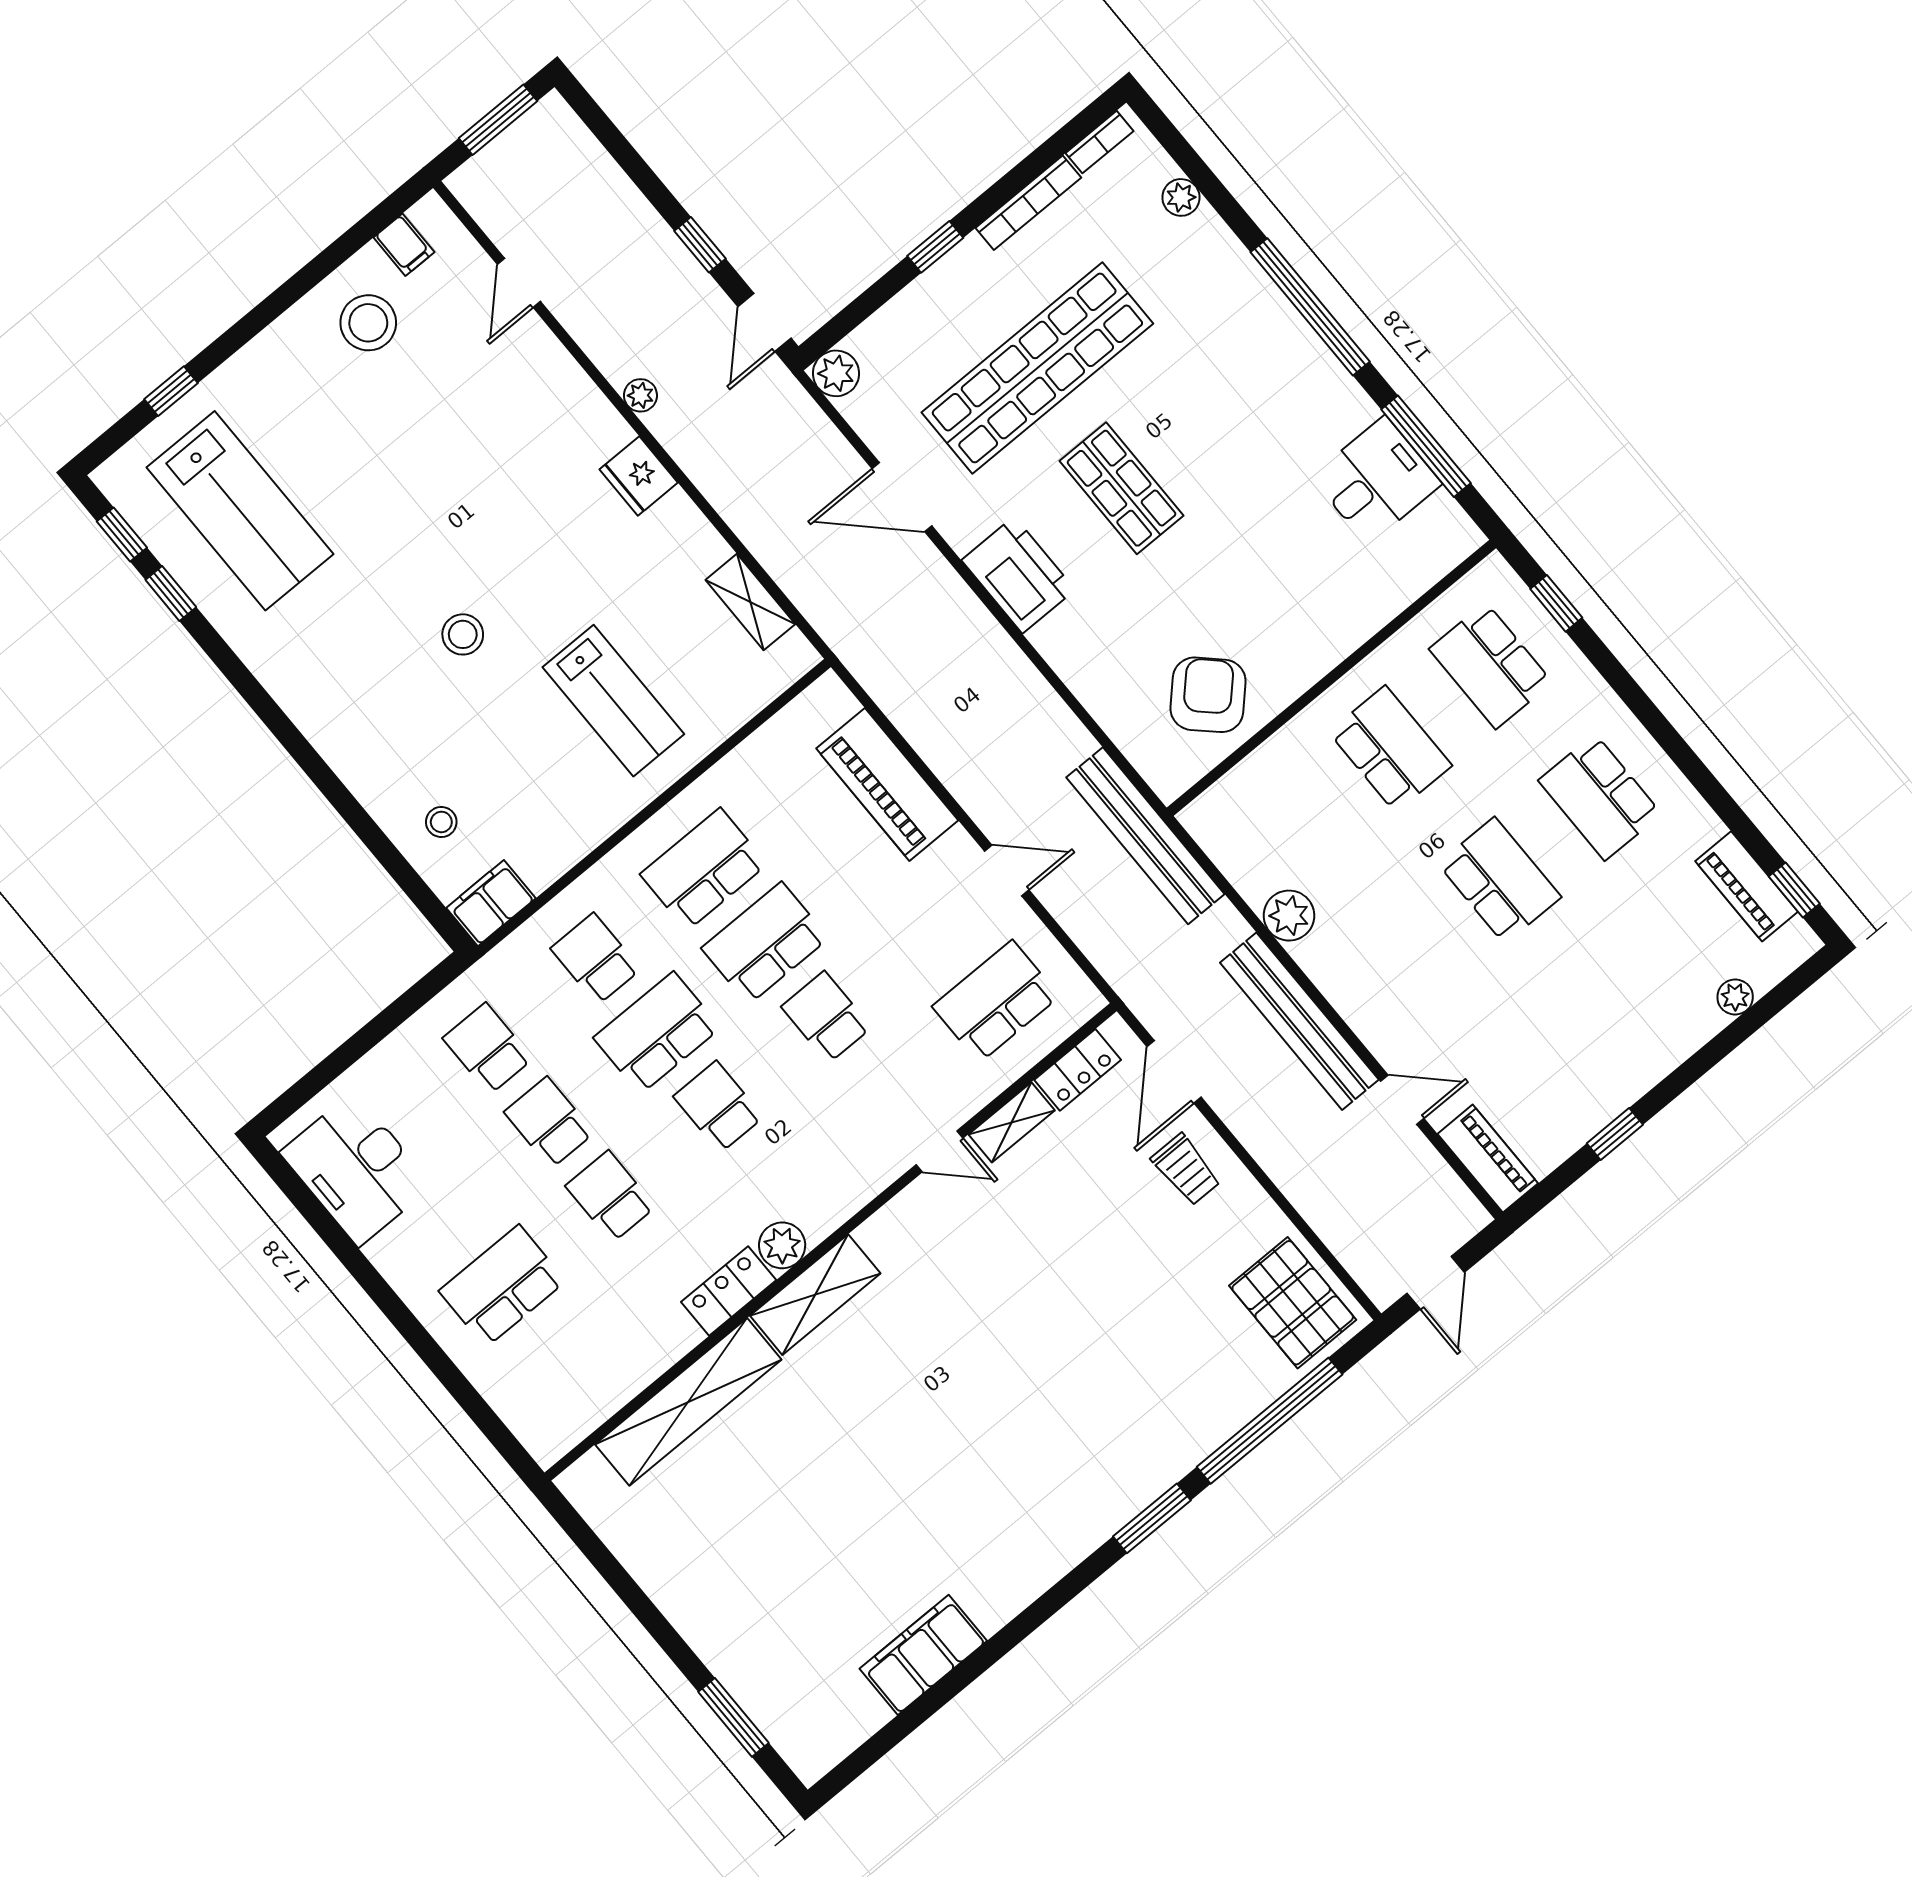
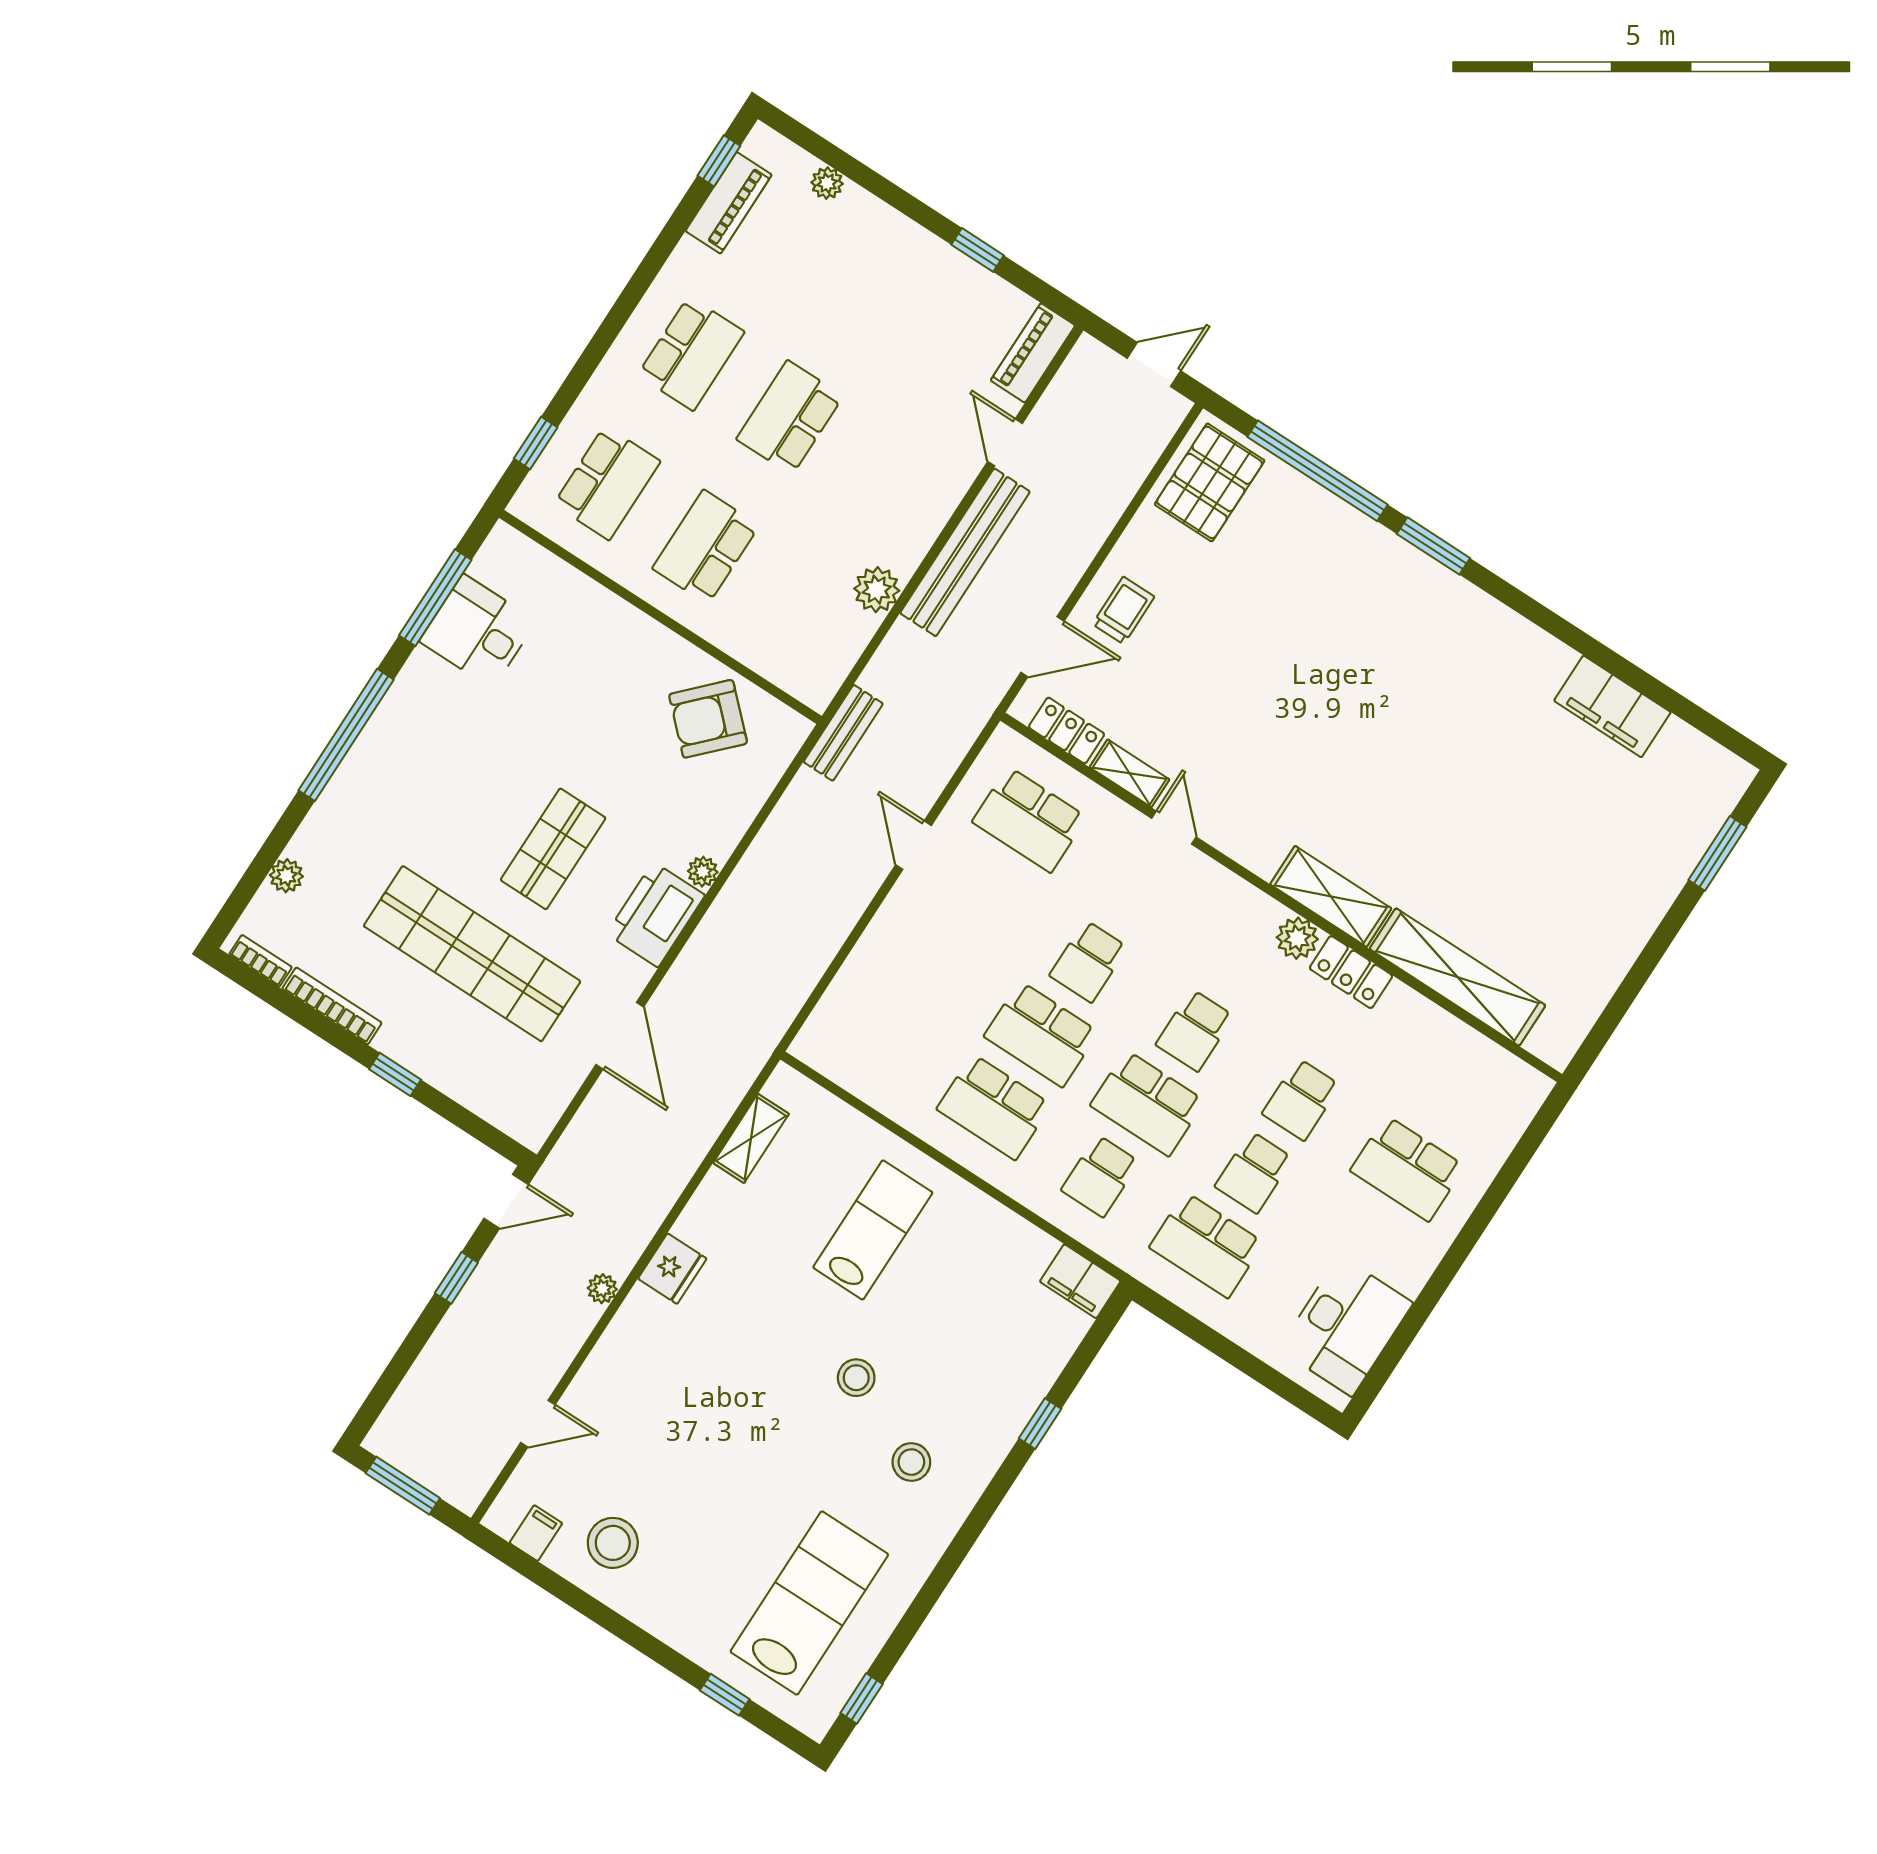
plant: (836, 373) -> (703, 872), moved, width x0.73, depth x0.73
window: (171, 593) -> (1040, 1424), moved
piano: (887, 784) -> (872, 971), removed
stool: (441, 822) -> (911, 1462), moved, width x1.37, depth x1.37
bench: (1145, 836) -> (843, 733), width x0.54, depth x0.82
school desk: (488, 1049) -> (1207, 1245), width x1.85

